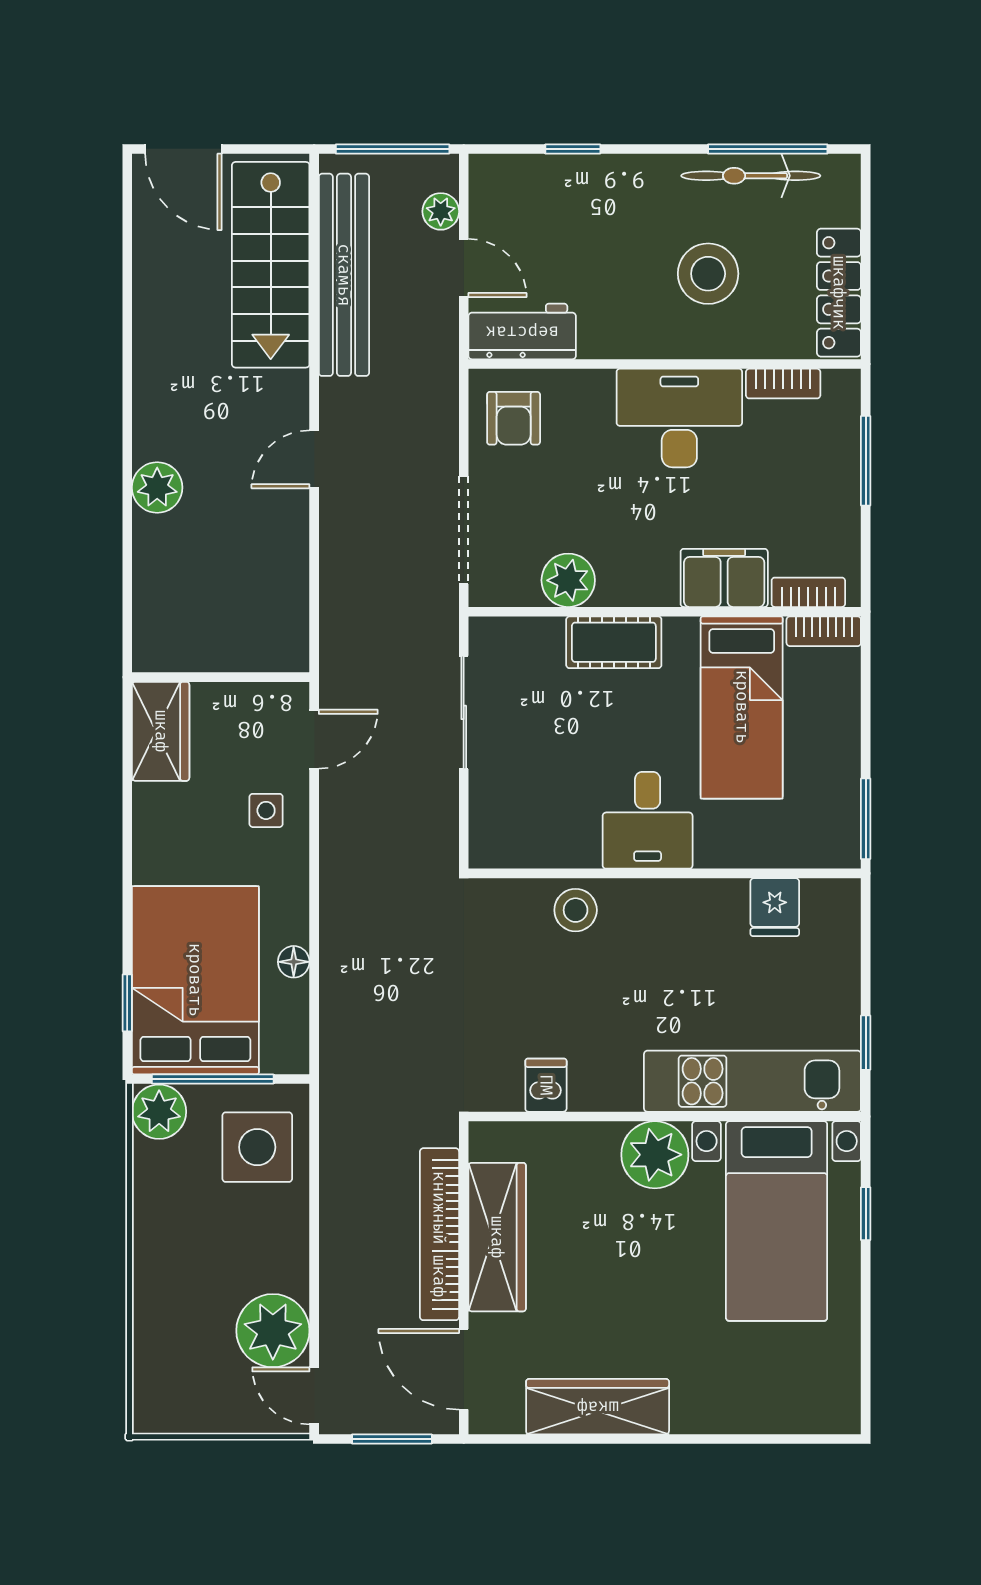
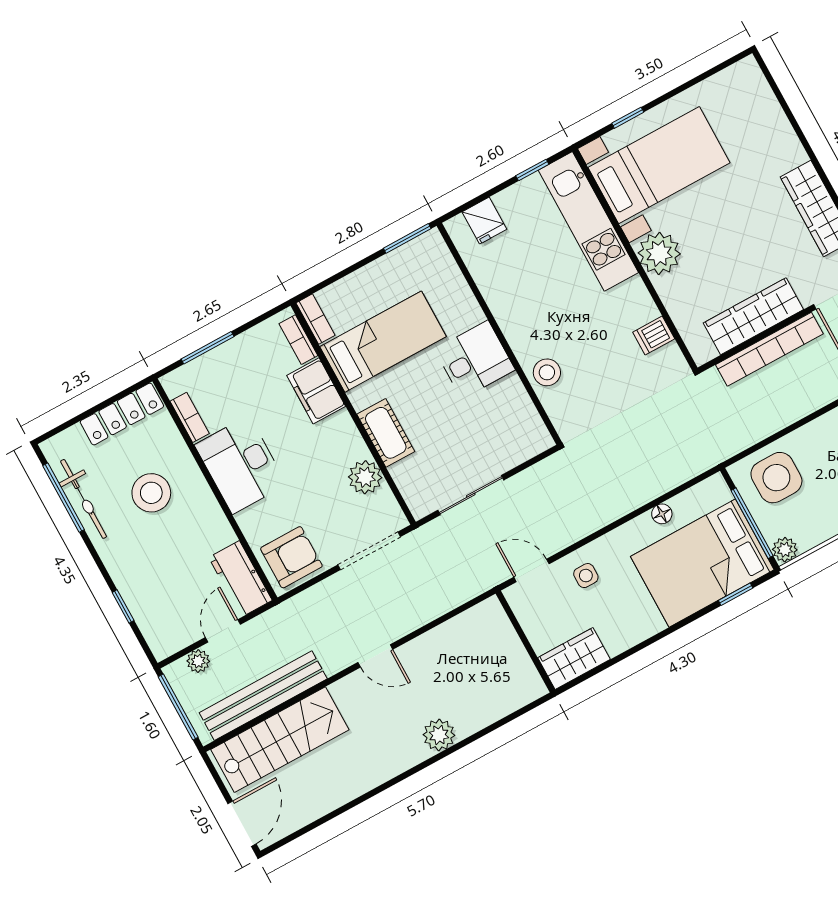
armchair: (514, 418) -> (291, 557), width x1.38, depth x1.38
fridge: (775, 907) -> (484, 221), moved, turned 90
plant: (159, 1112) -> (785, 550), width x0.73, depth x0.73

